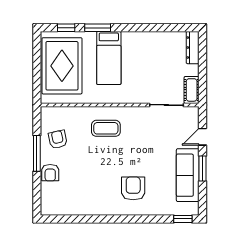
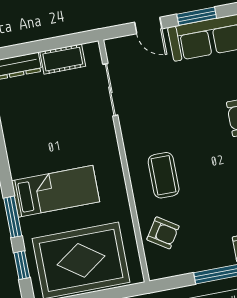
cot: (192, 90) -> (63, 59), moved
armchair: (58, 139) -> (163, 233), moved, turned -135

